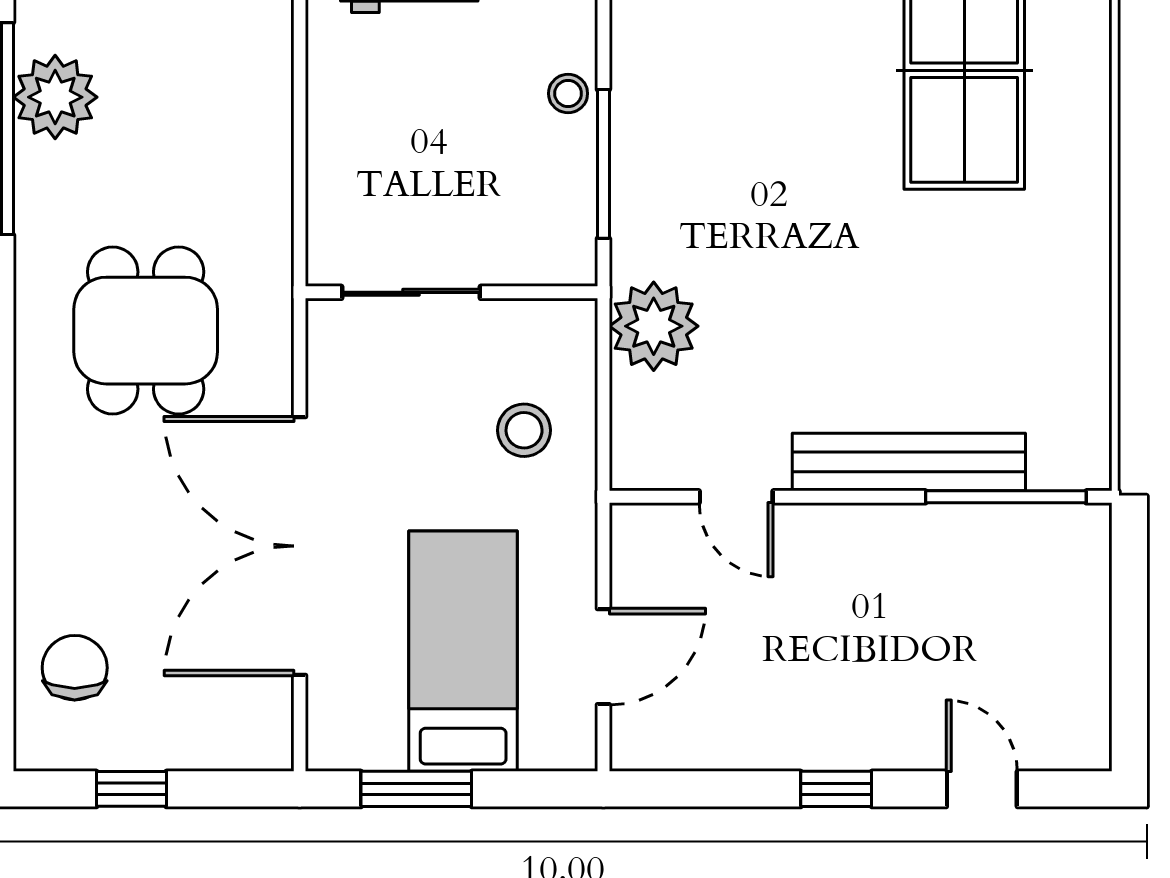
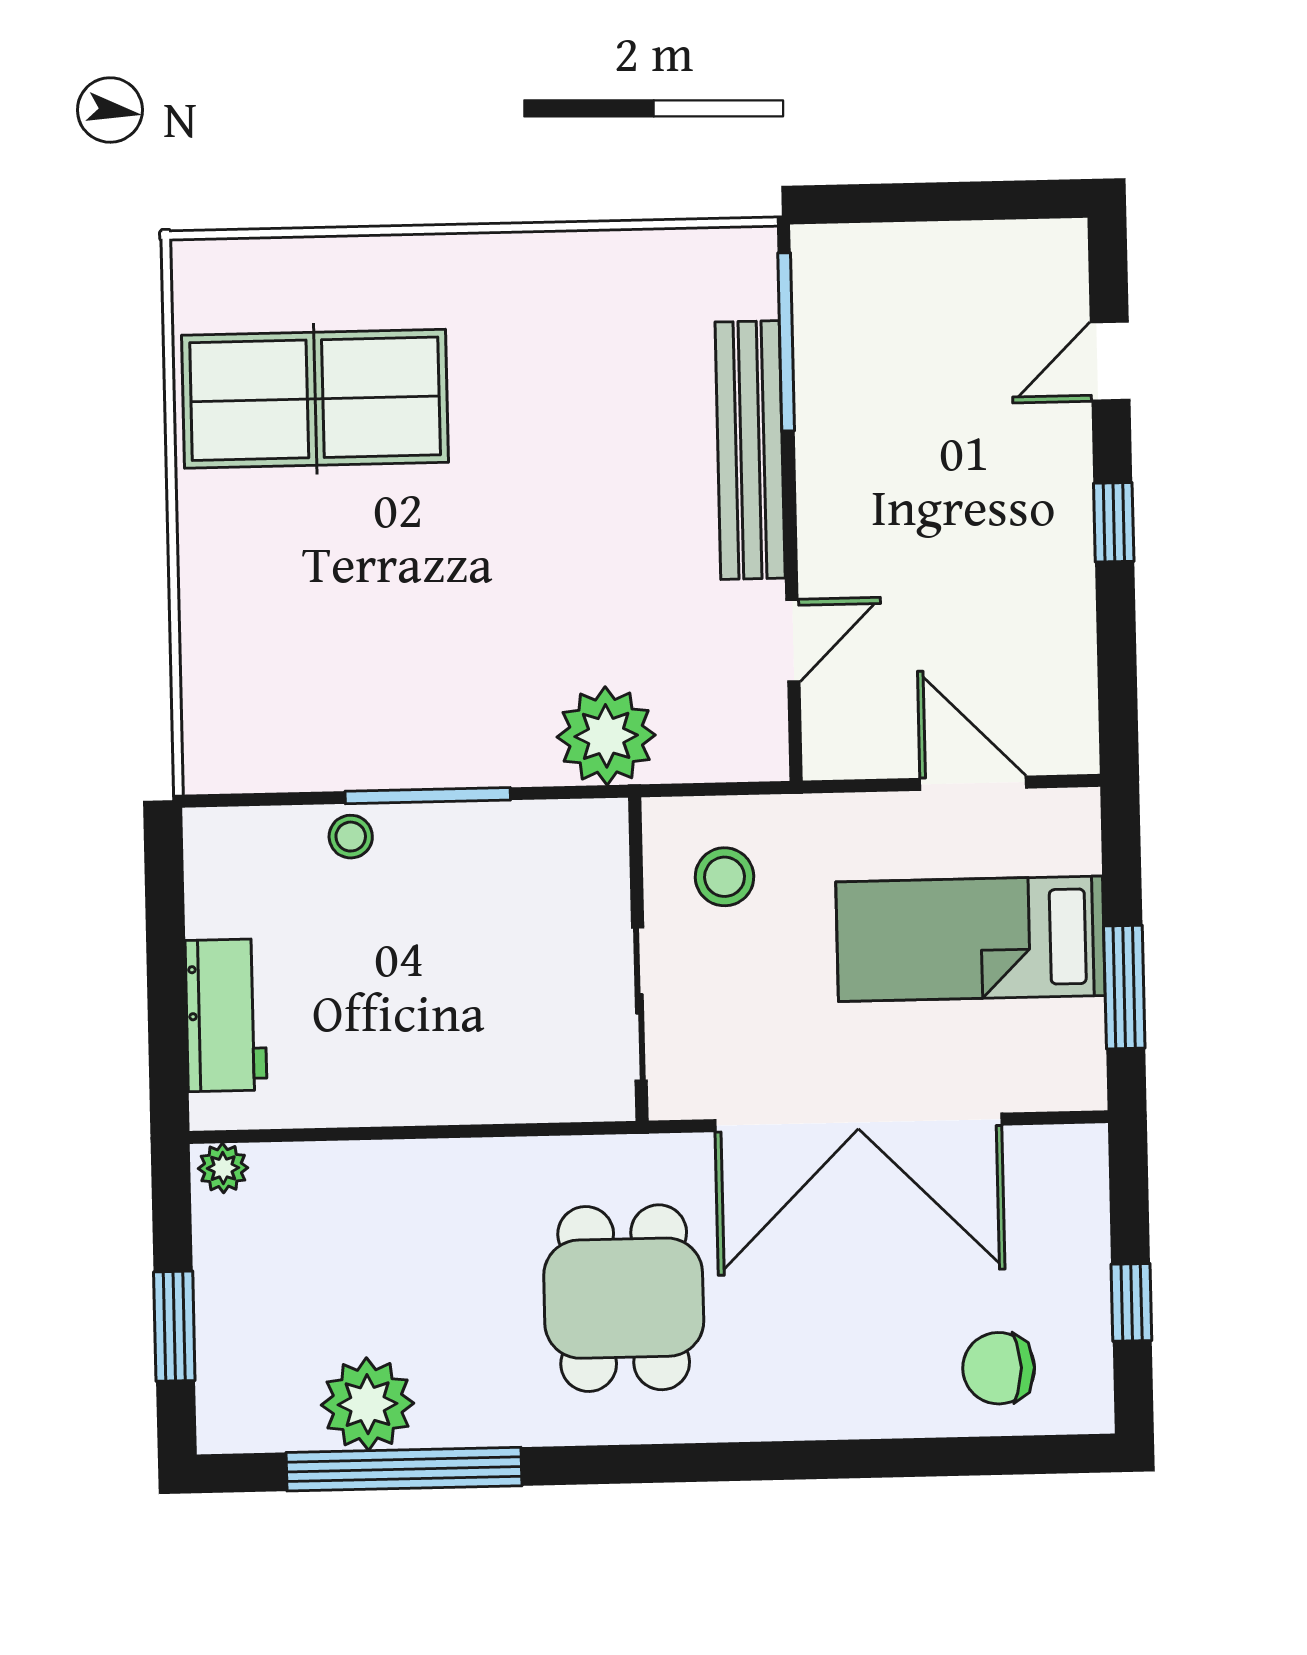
sliding door: (411, 292) -> (639, 1004), moved
wall: (452, 292) -> (638, 959), moved
dining table: (146, 331) -> (624, 1298), turned 90

